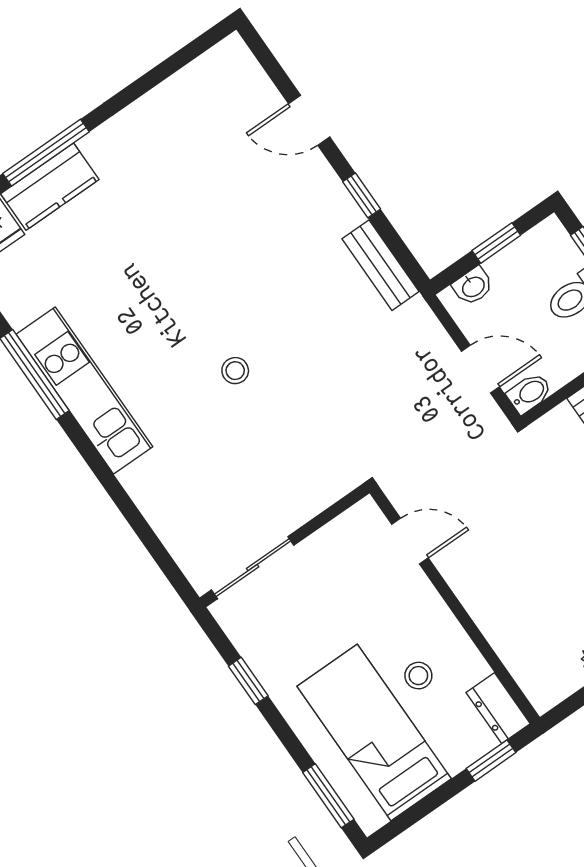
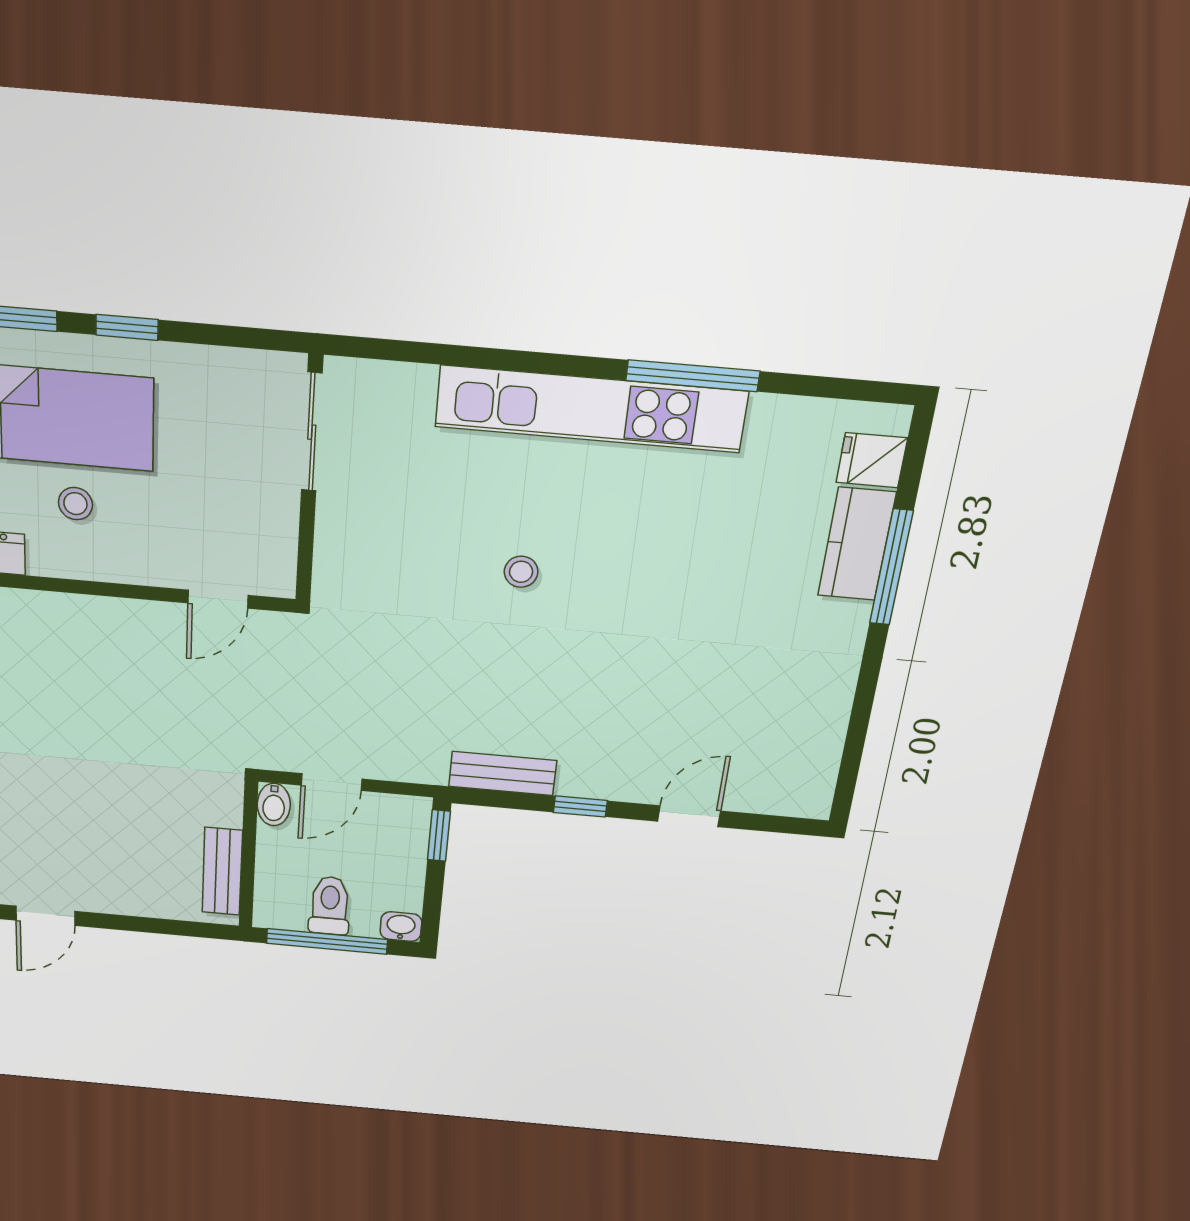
window: (496, 243) -> (439, 836), moved
washbasin: (473, 286) -> (401, 927), moved, turned 90
kitchen unit: (84, 391) -> (591, 409), width x1.36
window: (248, 681) -> (127, 327), moved

